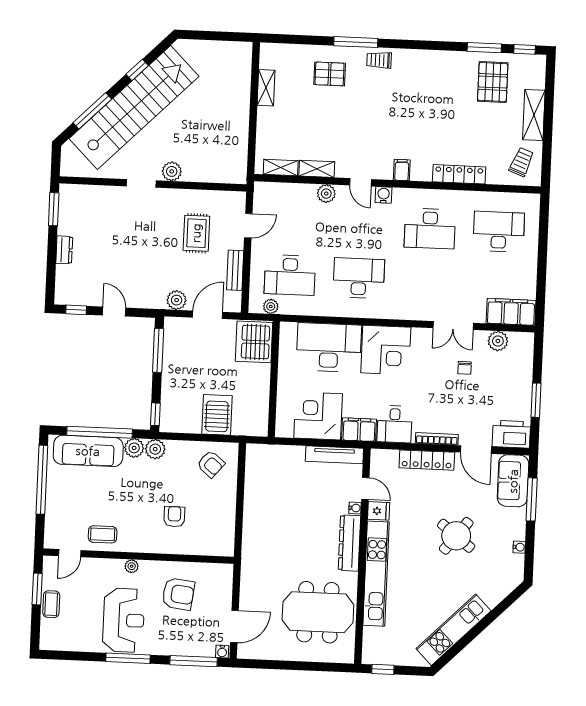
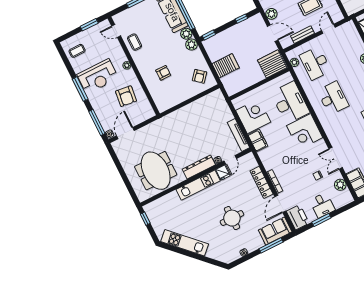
door: (248, 226) -> (328, 29), swing flipped
window: (158, 350) -> (241, 19), width x0.46
desk: (395, 424) -> (322, 205), moved, turned -90
round table: (456, 536) -> (232, 218), turned -38
kitchen unit: (376, 574) -> (198, 185), width x0.73
coffee table: (51, 604) -> (77, 51), moved
door: (234, 627) -> (125, 133), swing flipped

